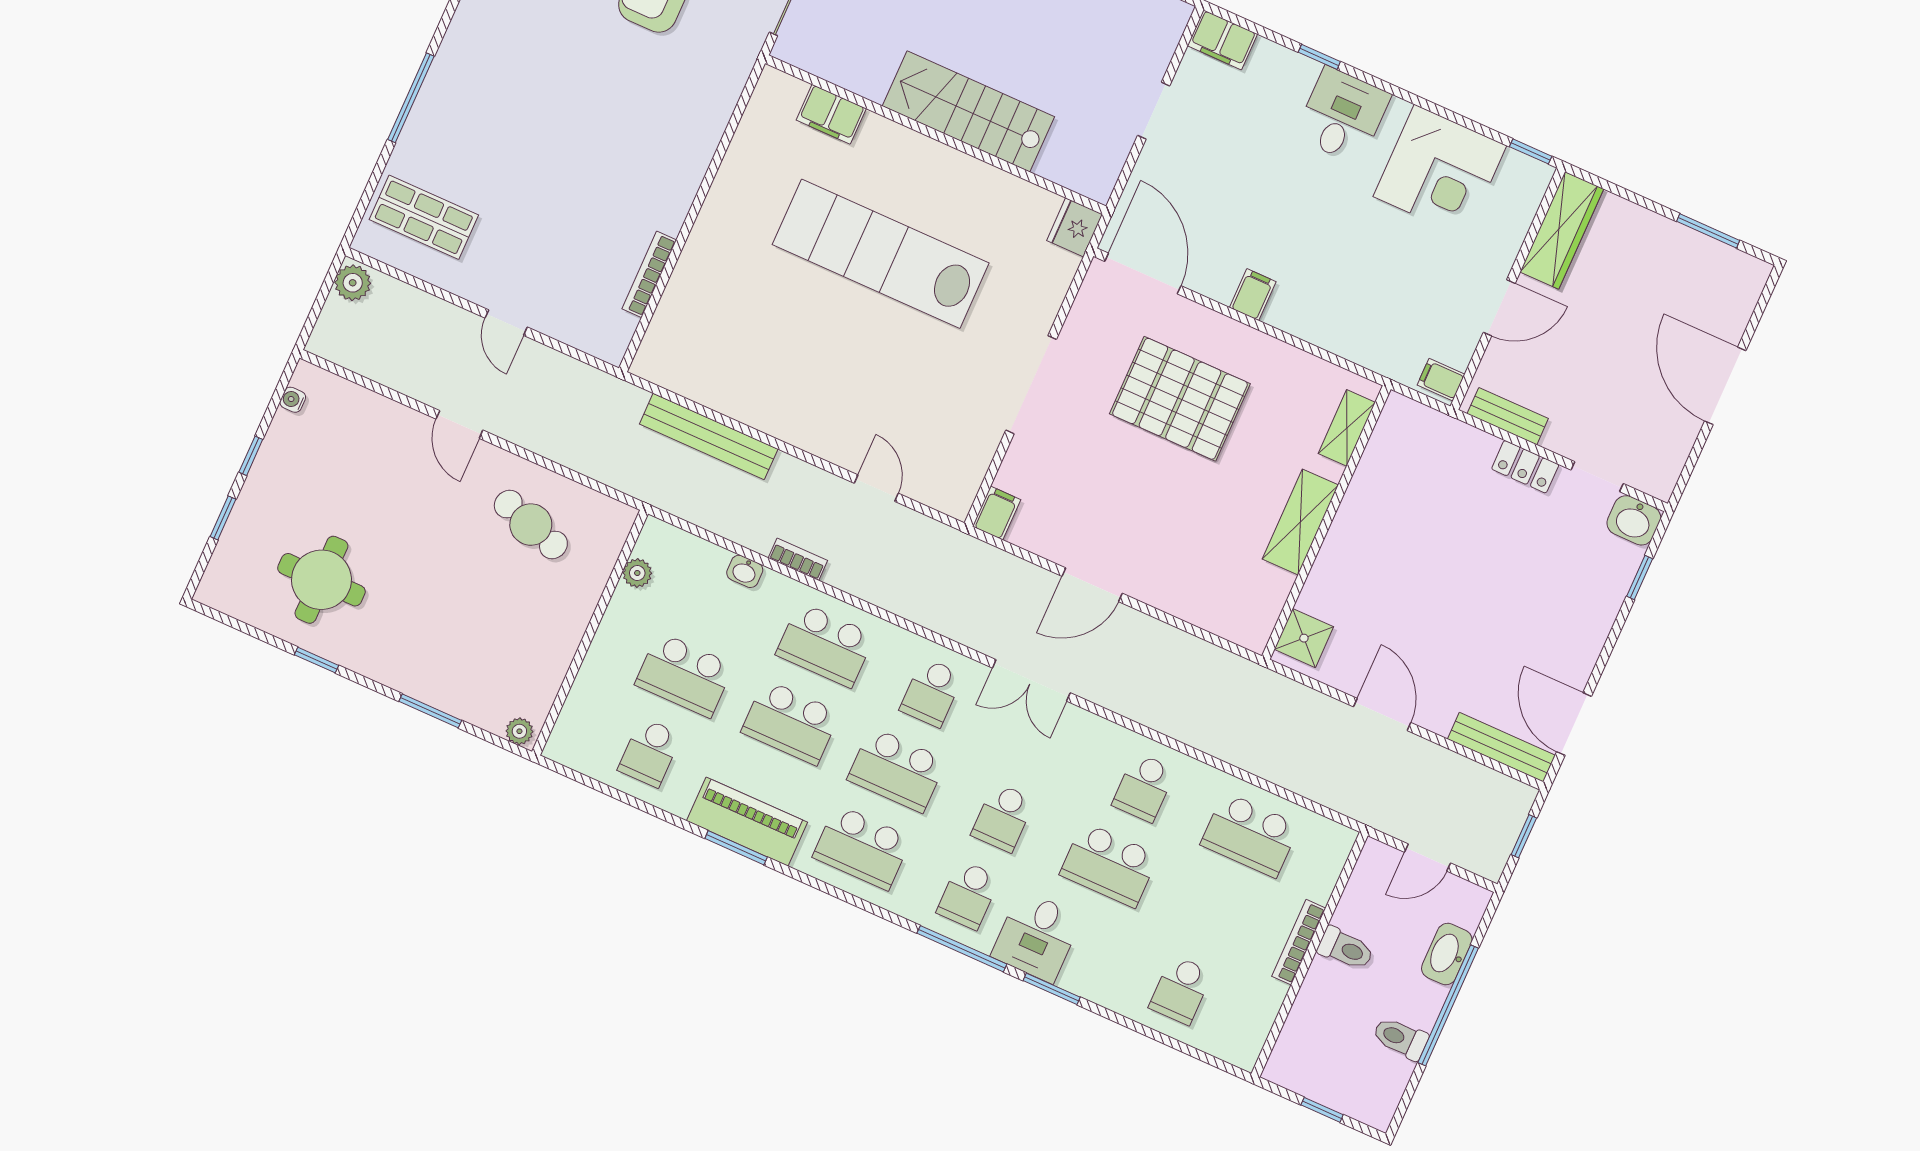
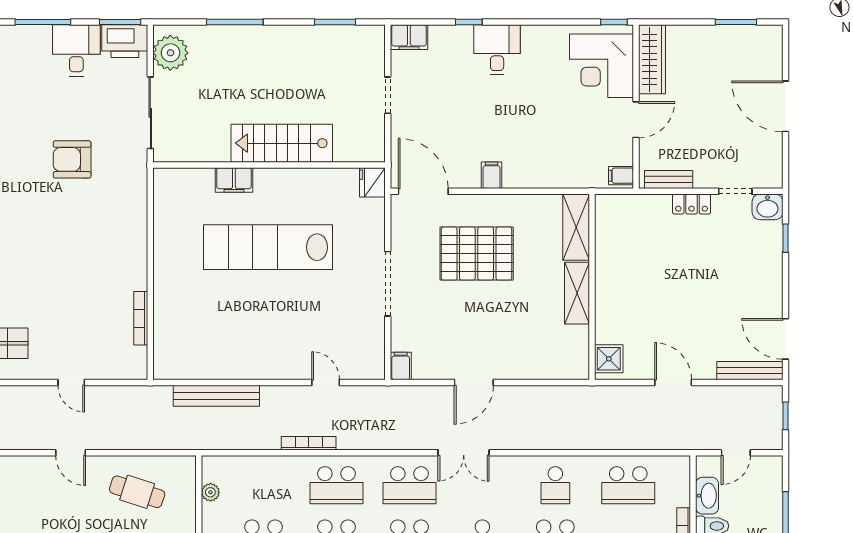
filing cabinet: (831, 114) -> (234, 180), moved
corner desk: (1440, 171) -> (602, 66), moved, turned 90
shelving: (1347, 428) -> (576, 227), width x1.50, depth x1.33
bookcase: (798, 559) -> (309, 443), width x1.56
washbasin: (745, 571) -> (272, 464), removed
school desk: (931, 692) -> (409, 485), width x1.85
washbasin: (1447, 954) -> (707, 496), moved, turned 180

